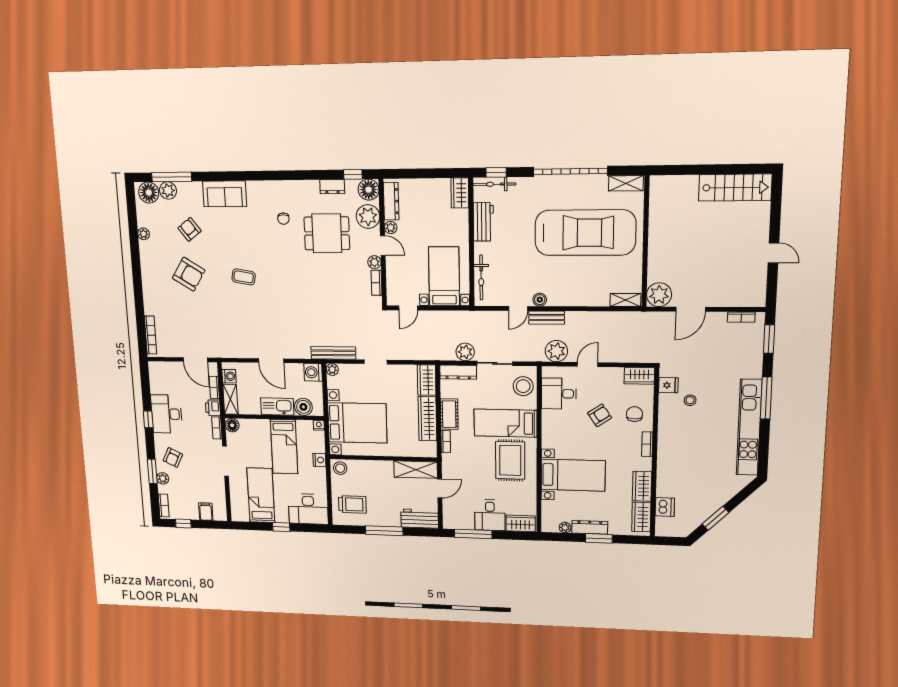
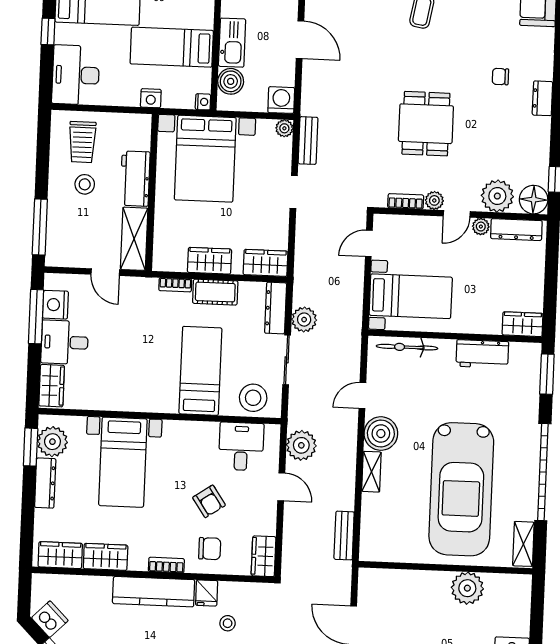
window: (496, 172) -> (547, 374), width x1.50
bicycle: (494, 184) -> (532, 371), removed
dresser: (332, 187) -> (542, 98), moved
dining table: (327, 233) -> (426, 124), moved
plant: (659, 295) -> (467, 588), moved
boiler: (540, 300) -> (381, 434), width x1.86, depth x1.86
shelving: (625, 300) -> (371, 472), moved
door: (408, 308) -> (369, 243), hinge flipped
door: (518, 308) -> (362, 395), hinge flipped
bench: (547, 318) -> (344, 536), moved
bench: (333, 353) -> (308, 141), width x0.73
door: (271, 361) -> (300, 40), swing flipped
fridge: (668, 385) -> (207, 593), moved
wardrobe: (427, 419) -> (209, 261), width x0.67
kitchen counter: (667, 453) -> (154, 592), added
rug: (510, 460) -> (146, 375), removed
stool: (340, 468) -> (85, 184), moved
dishwasher: (665, 507) -> (50, 619), moved, turned -135
workbench: (420, 519) -> (135, 179), moved, turned 180
nightstand: (464, 521) -> (55, 305), added
plant: (565, 528) -> (52, 442), width x1.88, depth x1.88
window: (384, 531) -> (40, 227), moved
window: (599, 538) -> (31, 447), moved

